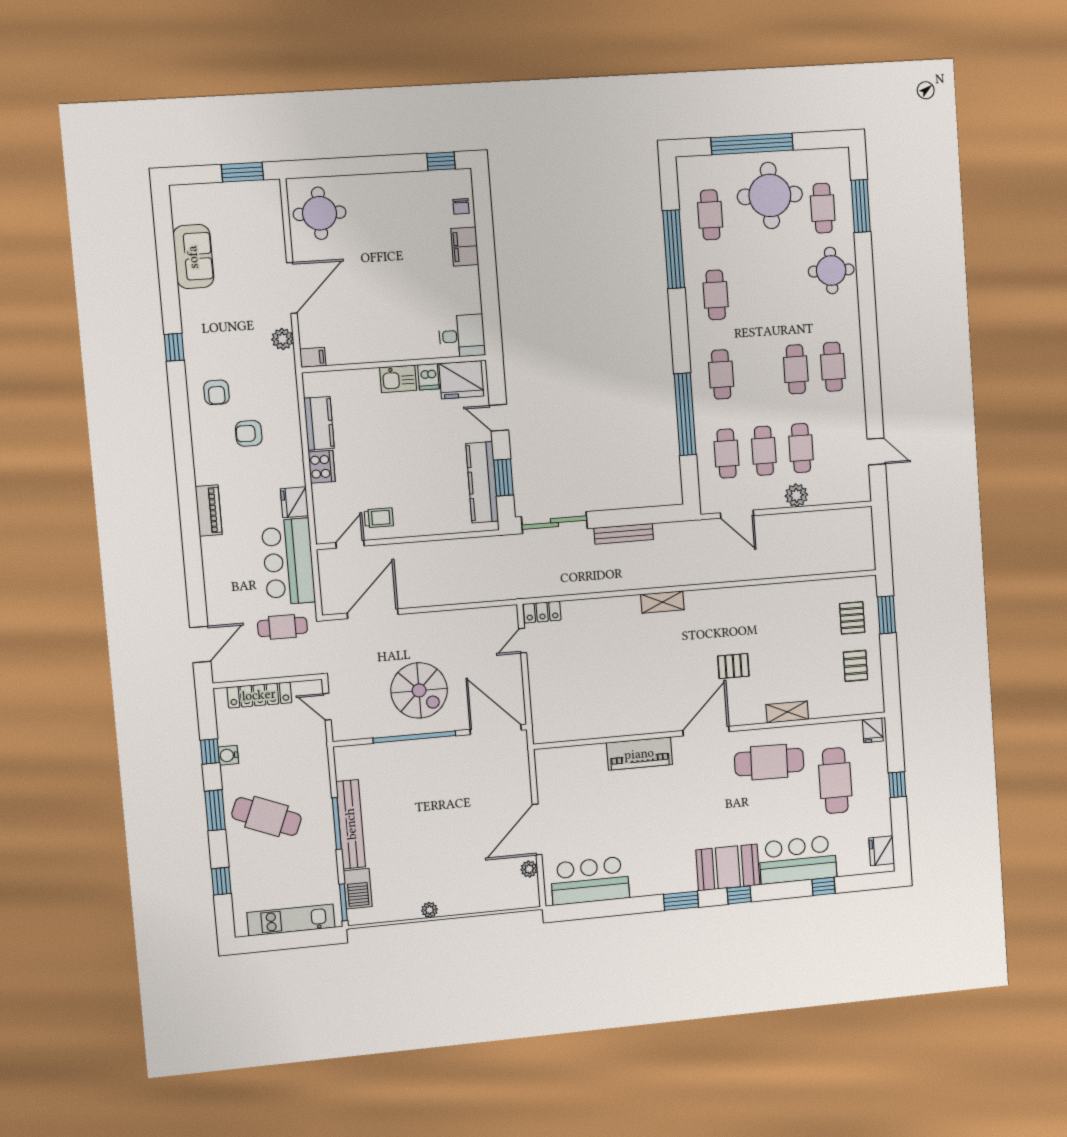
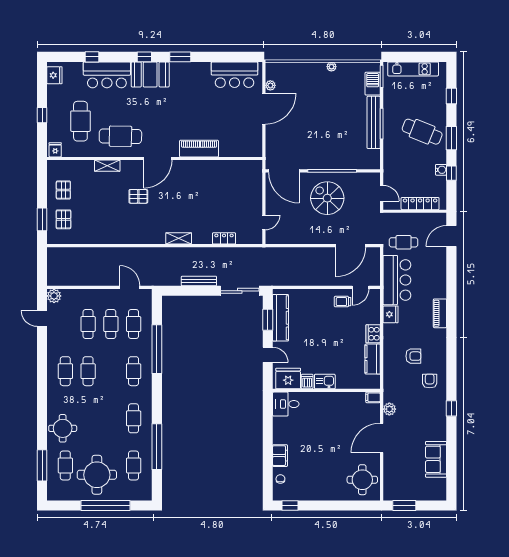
plant: (796, 495) -> (54, 296), moved
locker: (542, 612) -> (224, 238), moved

